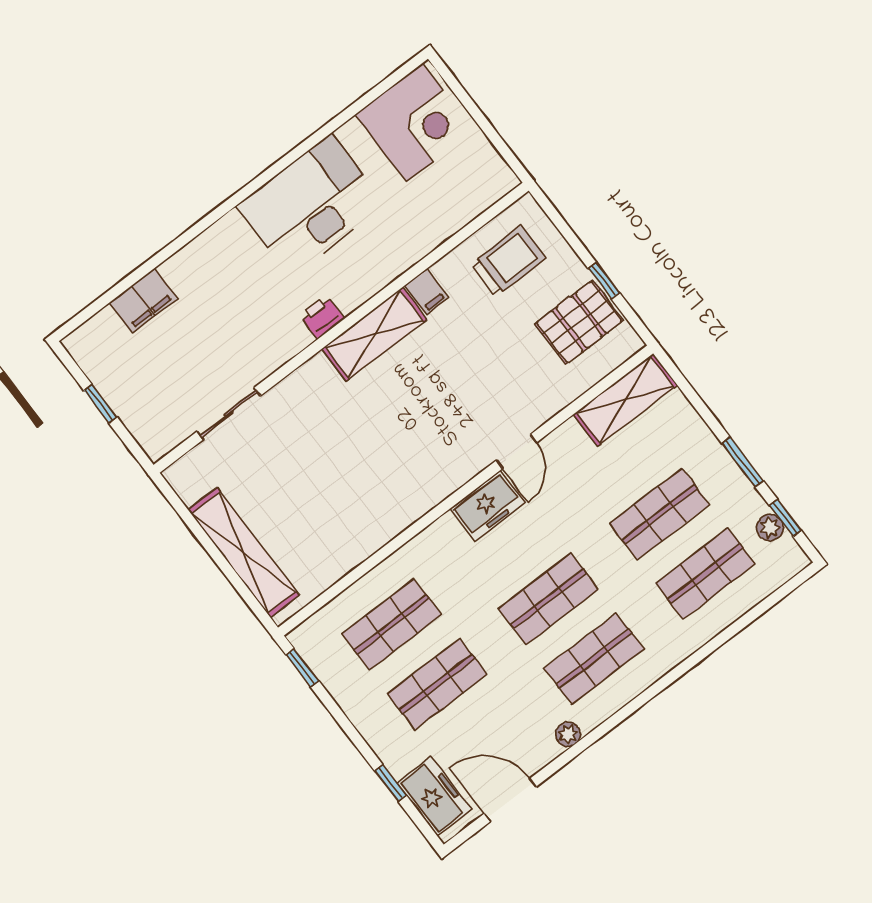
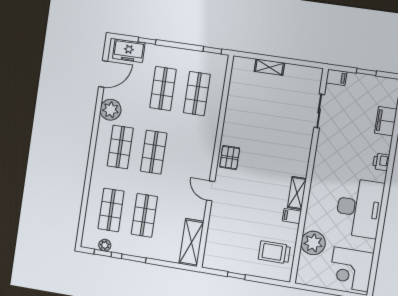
plant: (434, 218) -> (313, 243), added
trolley: (508, 261) -> (274, 252), turned 90
printer: (322, 317) -> (381, 162), moved, turned 180
pallet: (579, 322) -> (230, 158), moved, width x0.67, depth x0.71
shelving: (374, 334) -> (297, 193), width x0.67, depth x0.75
filing cabinet: (153, 440) -> (336, 77), added
freezer: (488, 506) -> (203, 164), removed
shelving: (244, 553) -> (269, 67), width x0.45, depth x0.75
plant: (568, 734) -> (111, 110), width x1.88, depth x1.88

